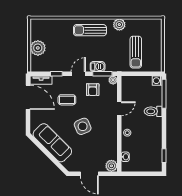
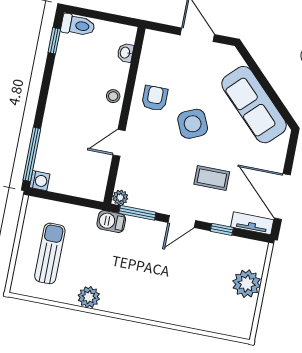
sun lounger: (90, 30) -> (145, 297), removed
sun lounger: (136, 52) -> (50, 253), moved
barbecue: (98, 67) -> (111, 222), moved
armchair: (93, 90) -> (155, 98), moved
toilet: (153, 111) -> (78, 25), moved
plant: (111, 166) -> (154, 41), removed

